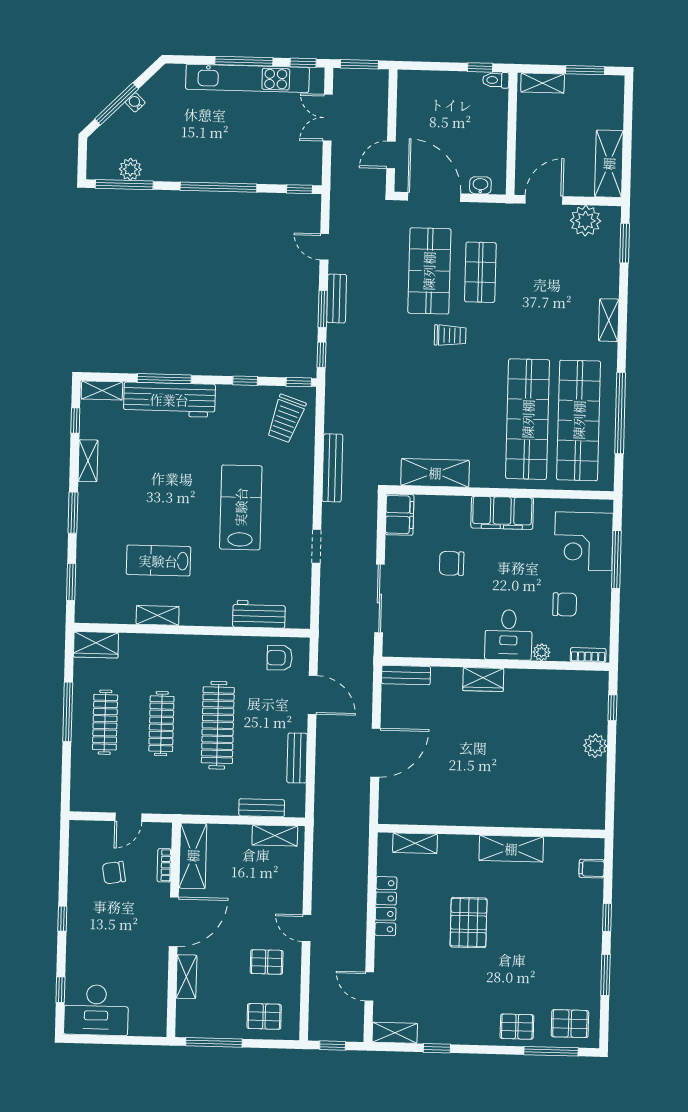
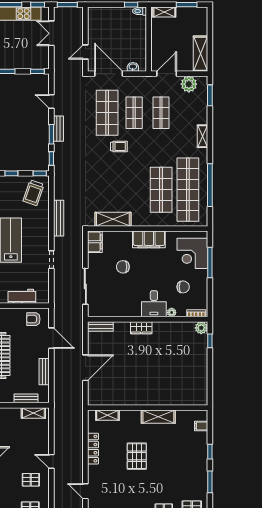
shop shelf: (531, 274) -> (161, 113), added
shop shelf: (528, 419) -> (161, 190), width x0.71
plant: (595, 746) -> (201, 328), moved

